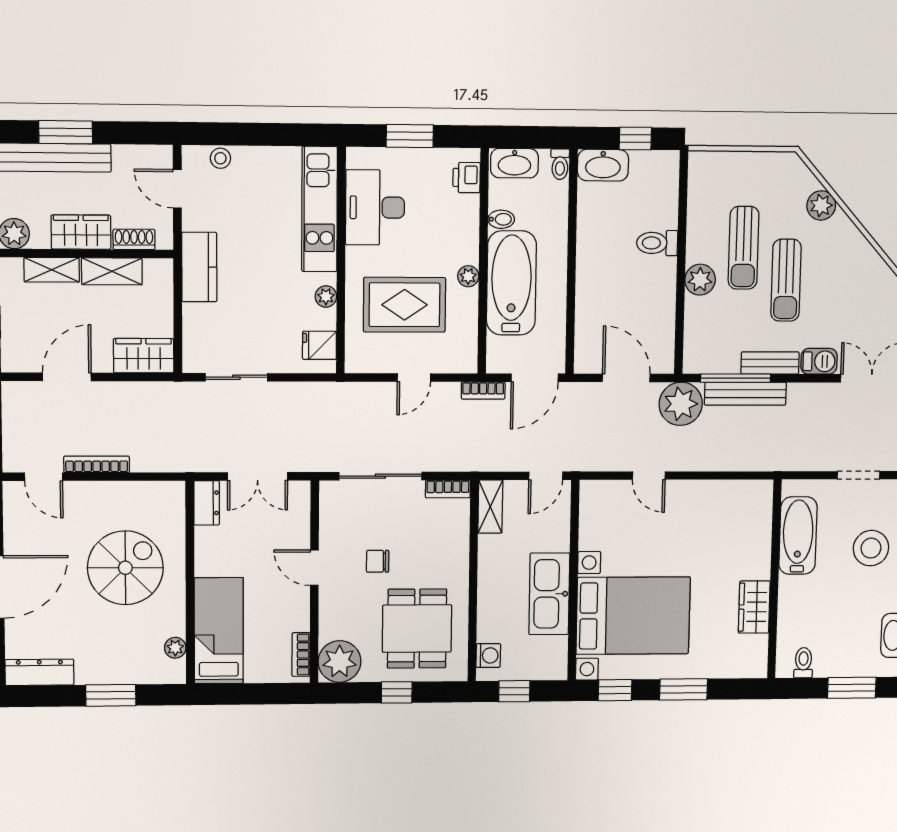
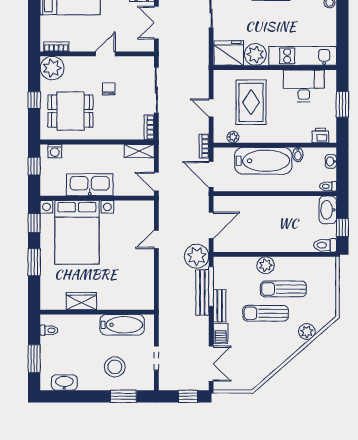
washbasin: (514, 163) -> (331, 161), width x0.52, depth x0.69
toilet: (657, 243) -> (325, 245), moved, turned -90
plant: (468, 276) -> (233, 137), moved
plant: (326, 296) -> (255, 54), width x1.88, depth x1.88
fridge: (319, 345) -> (229, 53), width x1.88, depth x1.34

